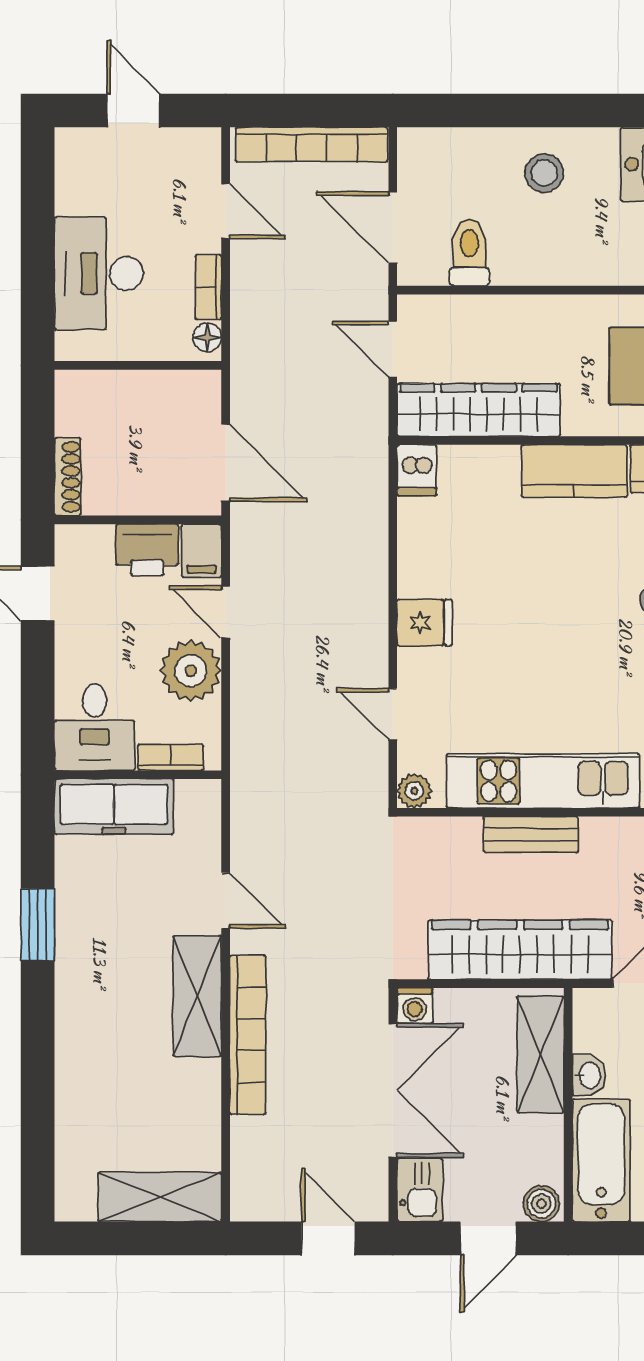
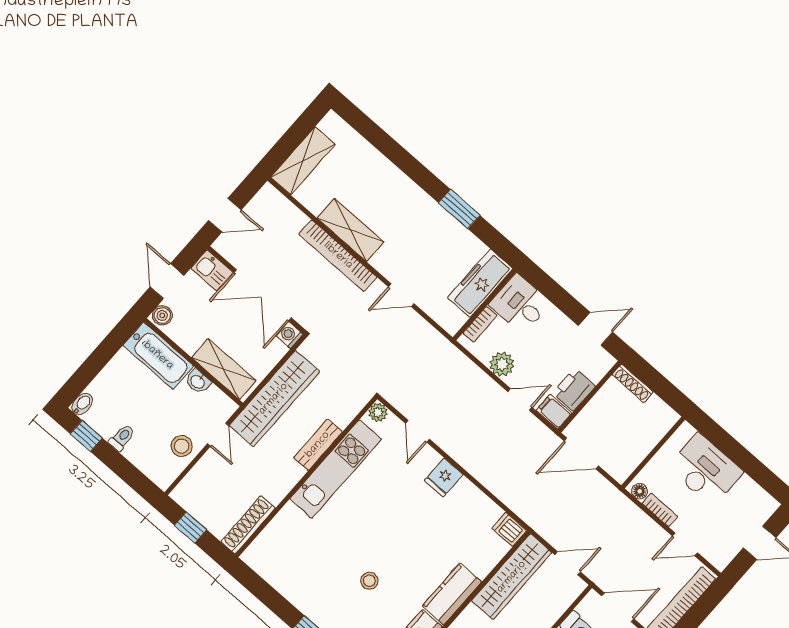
plant: (191, 671) -> (502, 364), width x0.73, depth x0.73
door: (393, 714) -> (417, 431), swing flipped
shelving: (197, 996) -> (350, 230), moved

